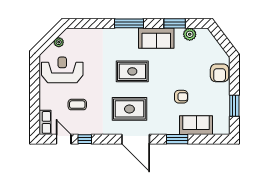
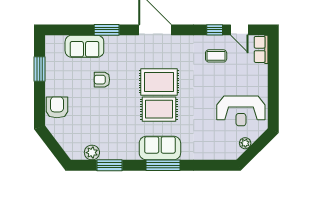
sofa: (156, 38) -> (160, 148), moved
coffee table: (77, 105) -> (216, 56), moved
rug: (129, 109) -> (159, 82), moved

